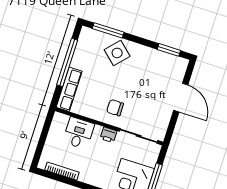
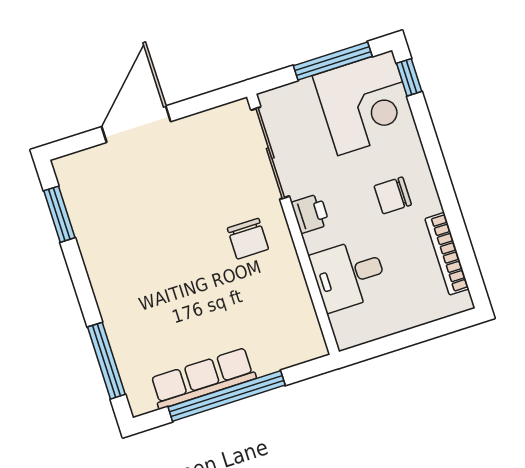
side table: (117, 53) -> (138, 311), removed
row of seats: (69, 89) -> (203, 378), moved
chair: (95, 167) -> (393, 195), added

